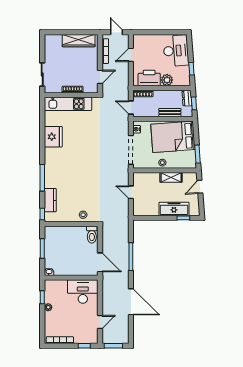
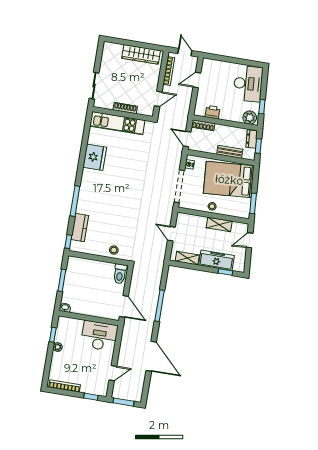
printer: (149, 78) -> (213, 112), width x0.53, depth x0.68
plant: (167, 80) -> (250, 118), moved
shelving: (148, 211) -> (187, 258), added

